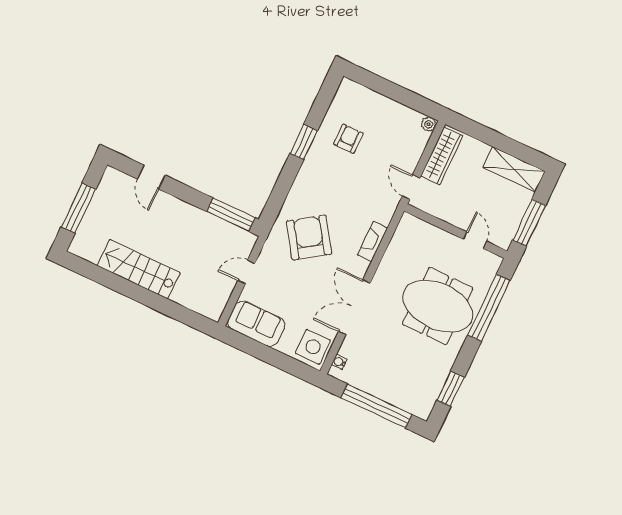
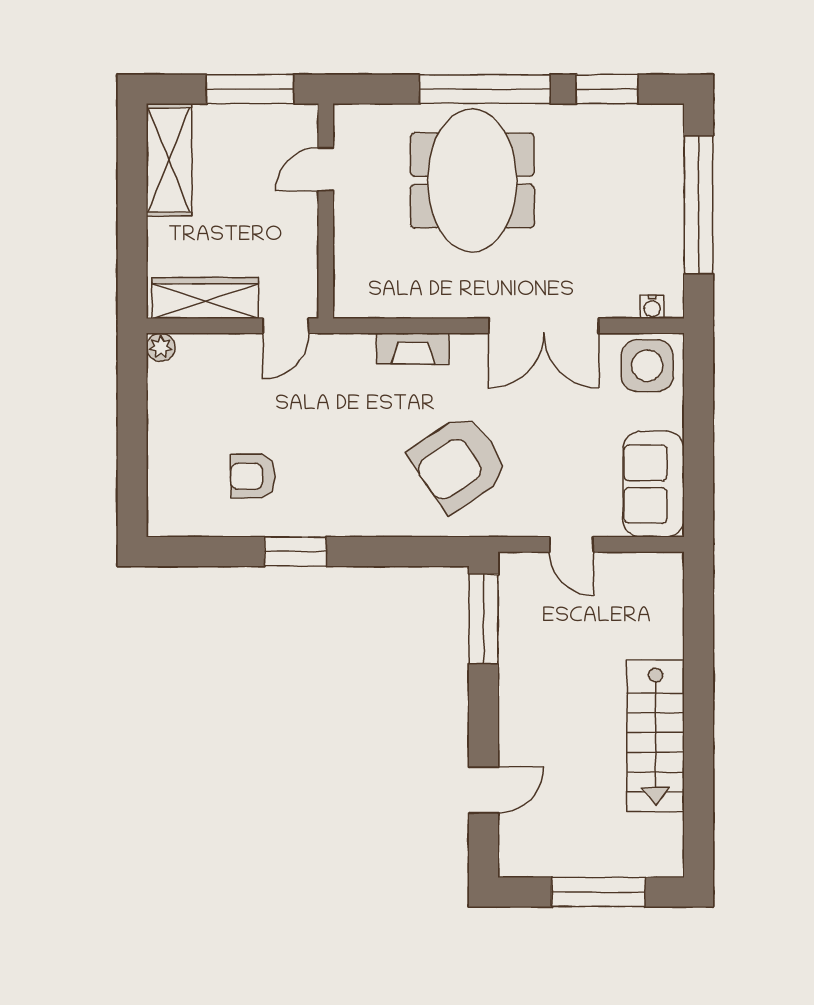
window: (489, 308) -> (485, 89), moved

